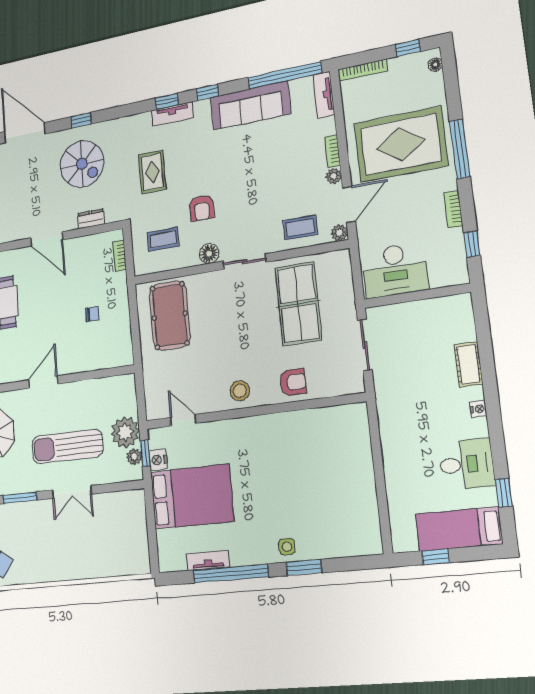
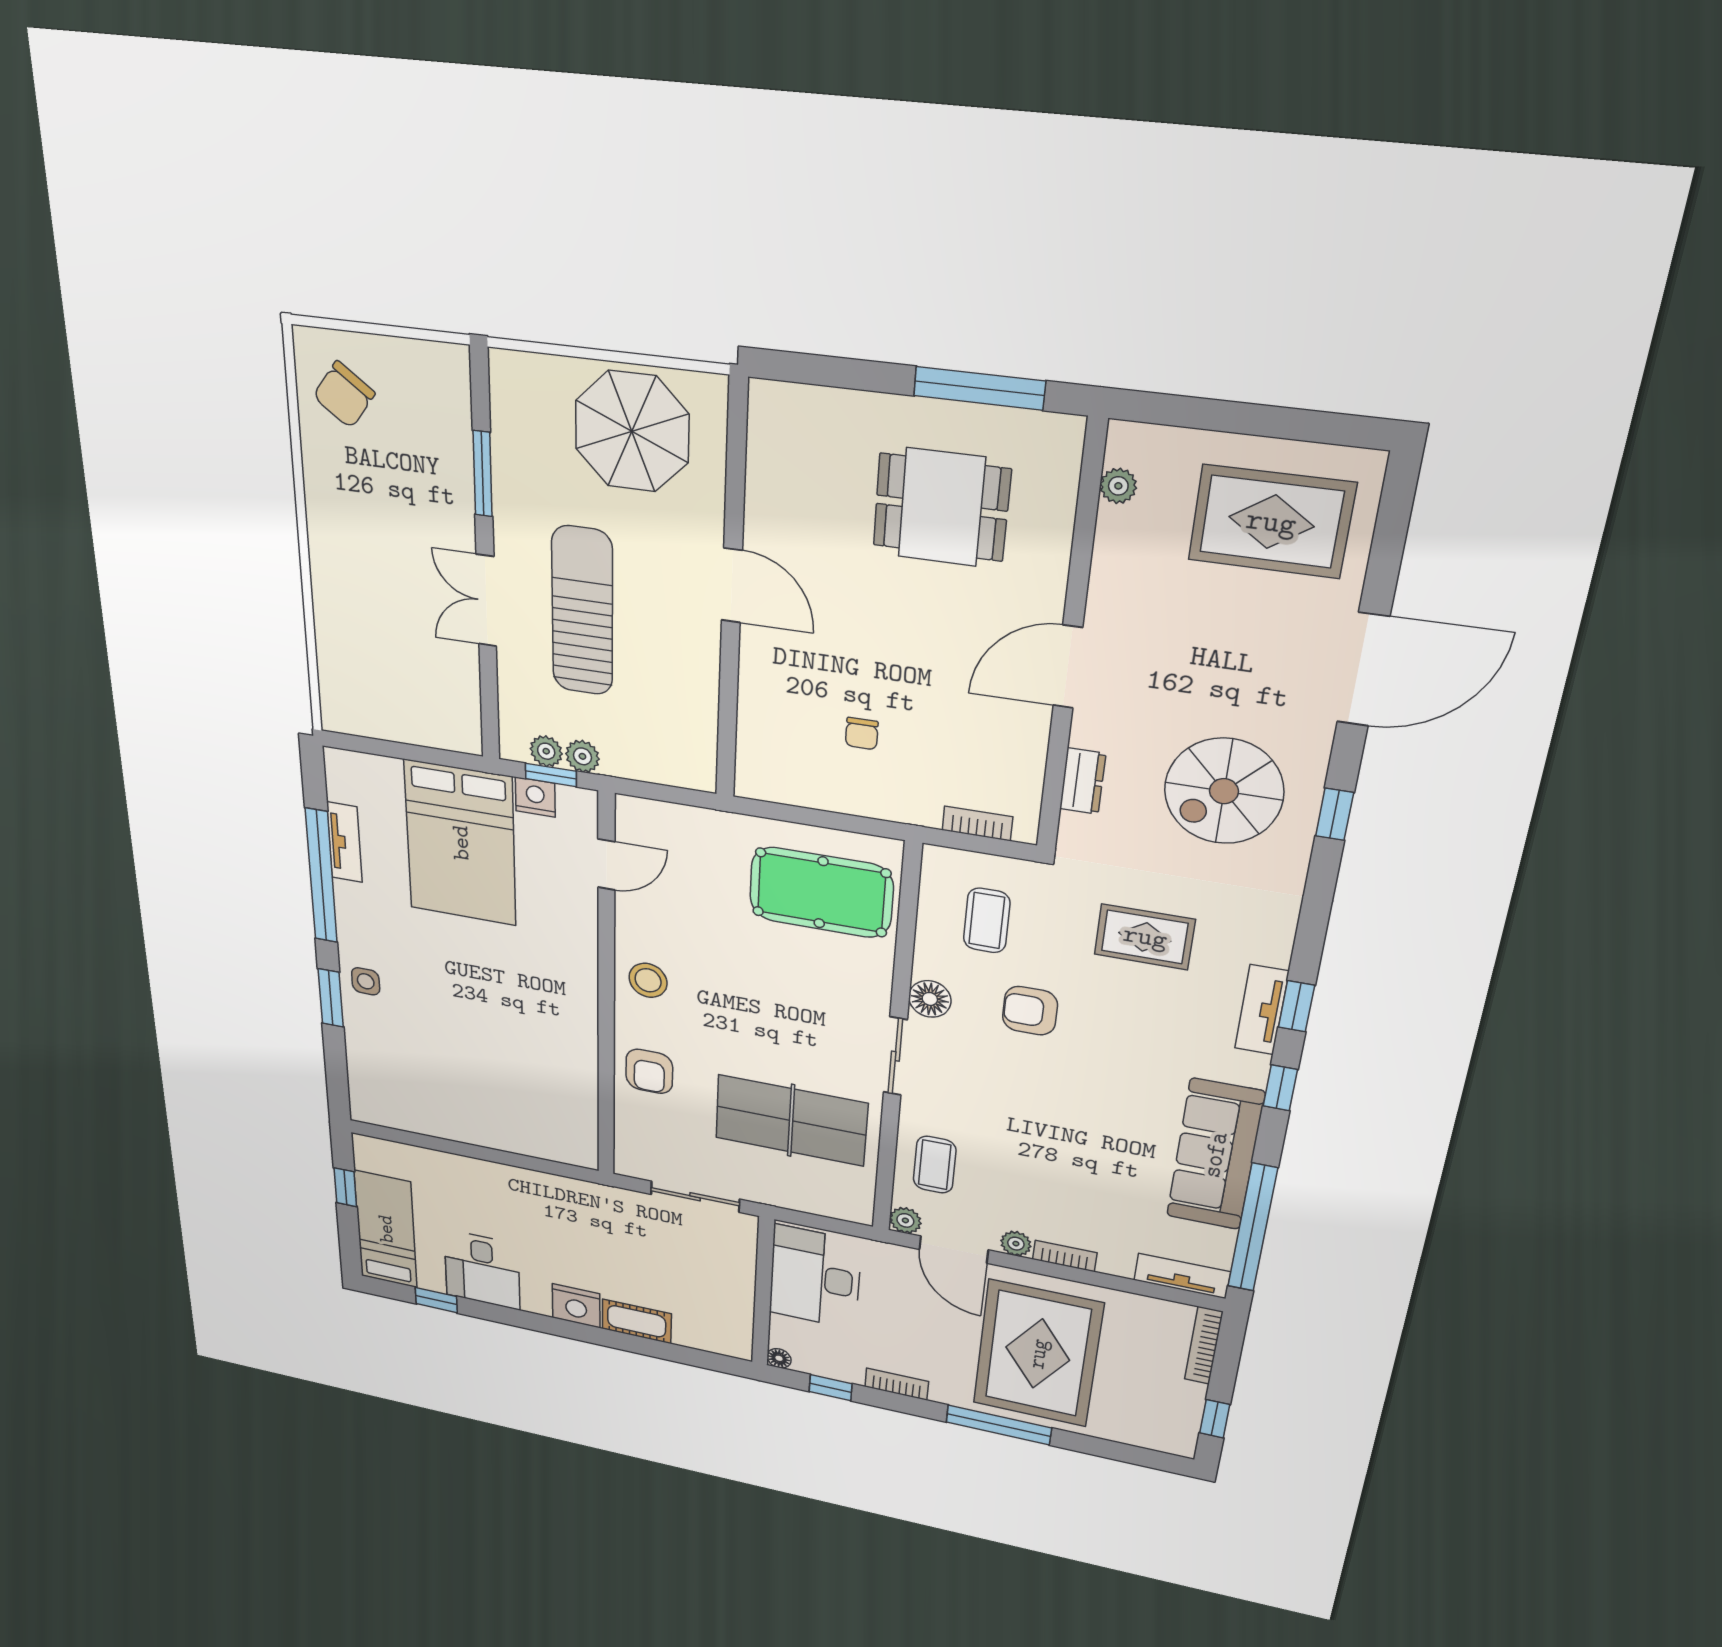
floor lamp: (435, 65) -> (779, 1358), moved
nightstand: (478, 409) -> (576, 1306), width x1.89, depth x1.79
plant: (125, 432) -> (582, 756), width x0.53, depth x0.53

